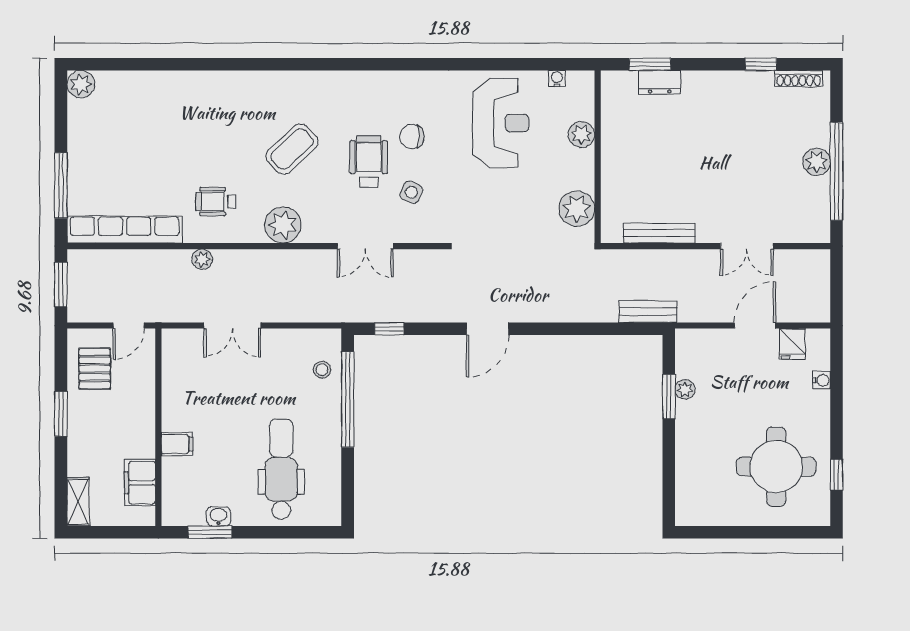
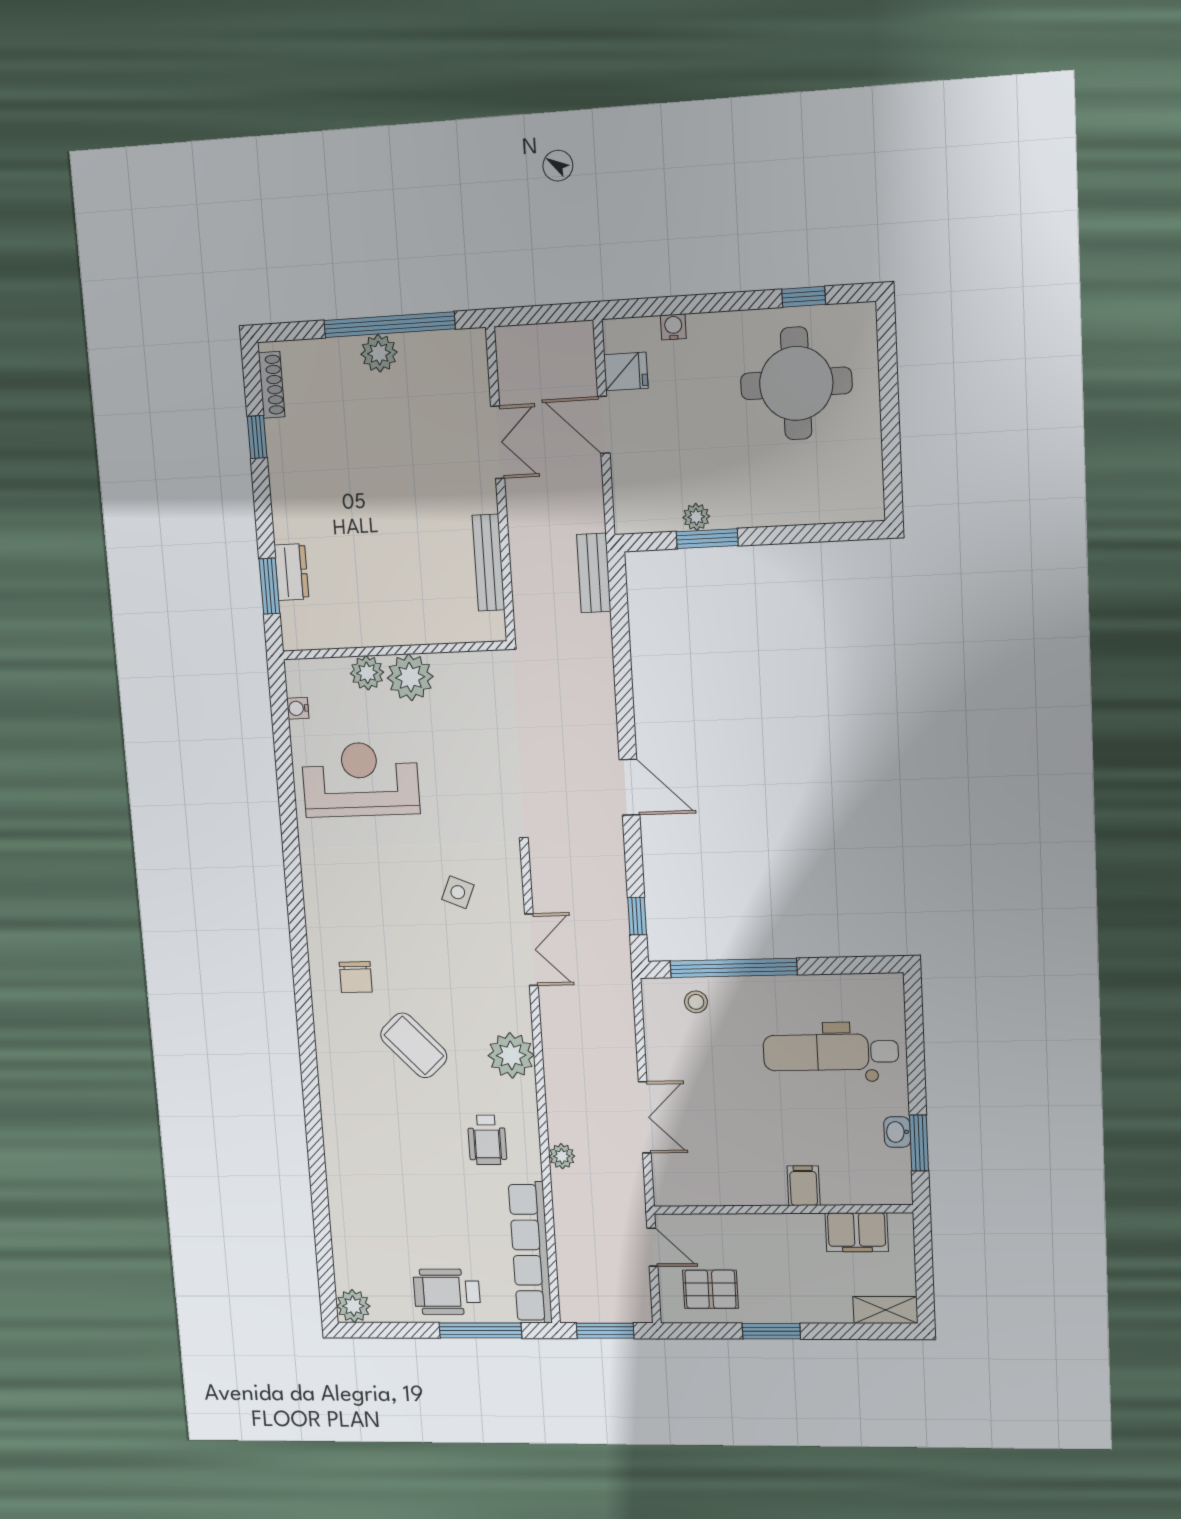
chair: (412, 136) -> (356, 977), moved
wheelchair: (369, 161) -> (447, 1292), moved
plant: (577, 209) -> (410, 677), moved

